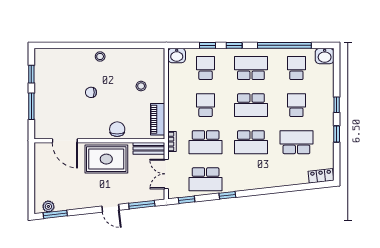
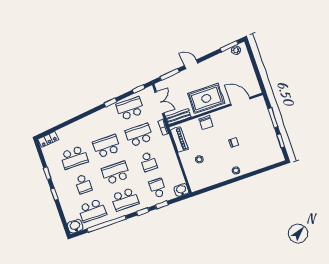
school desk: (206, 68) -> (158, 188), turned 180
school desk: (296, 68) -> (92, 211), width x1.85

